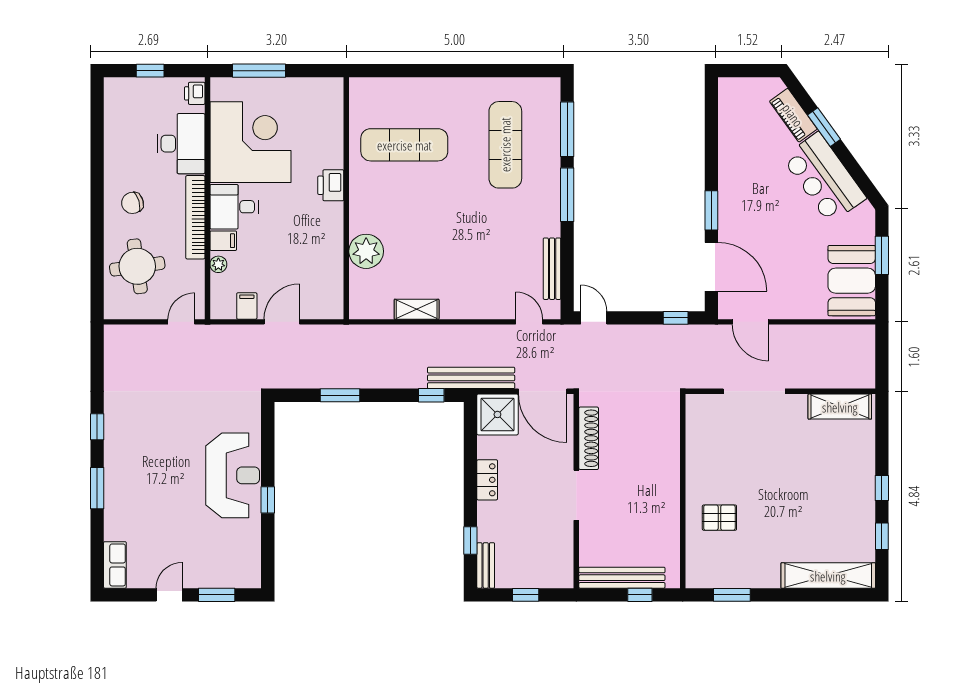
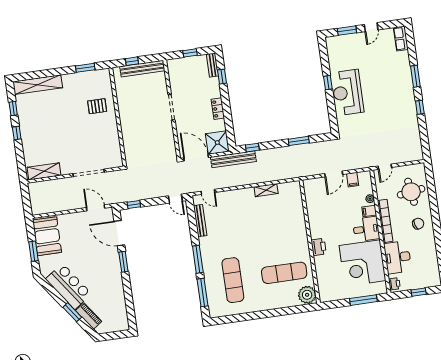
plant: (366, 251) -> (307, 295), moved
shoe rack: (589, 438) -> (169, 137), removed

